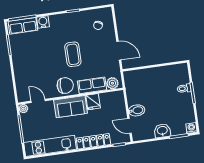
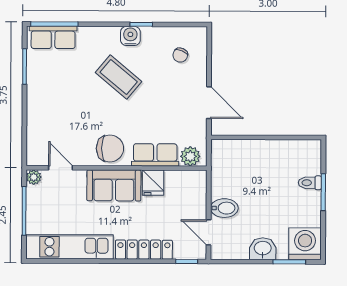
water cooler: (43, 22) -> (130, 36), moved
coffee table: (73, 54) -> (119, 77), moved, turned -50
washing machine: (191, 128) -> (305, 244), width x1.89, depth x1.89

